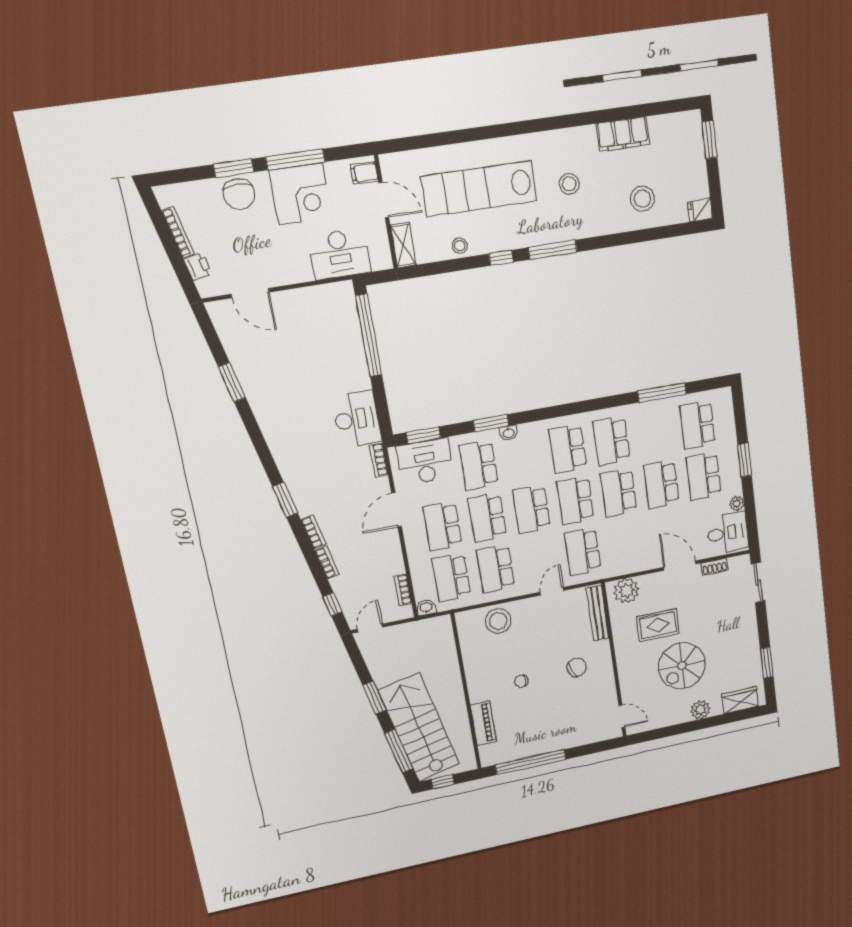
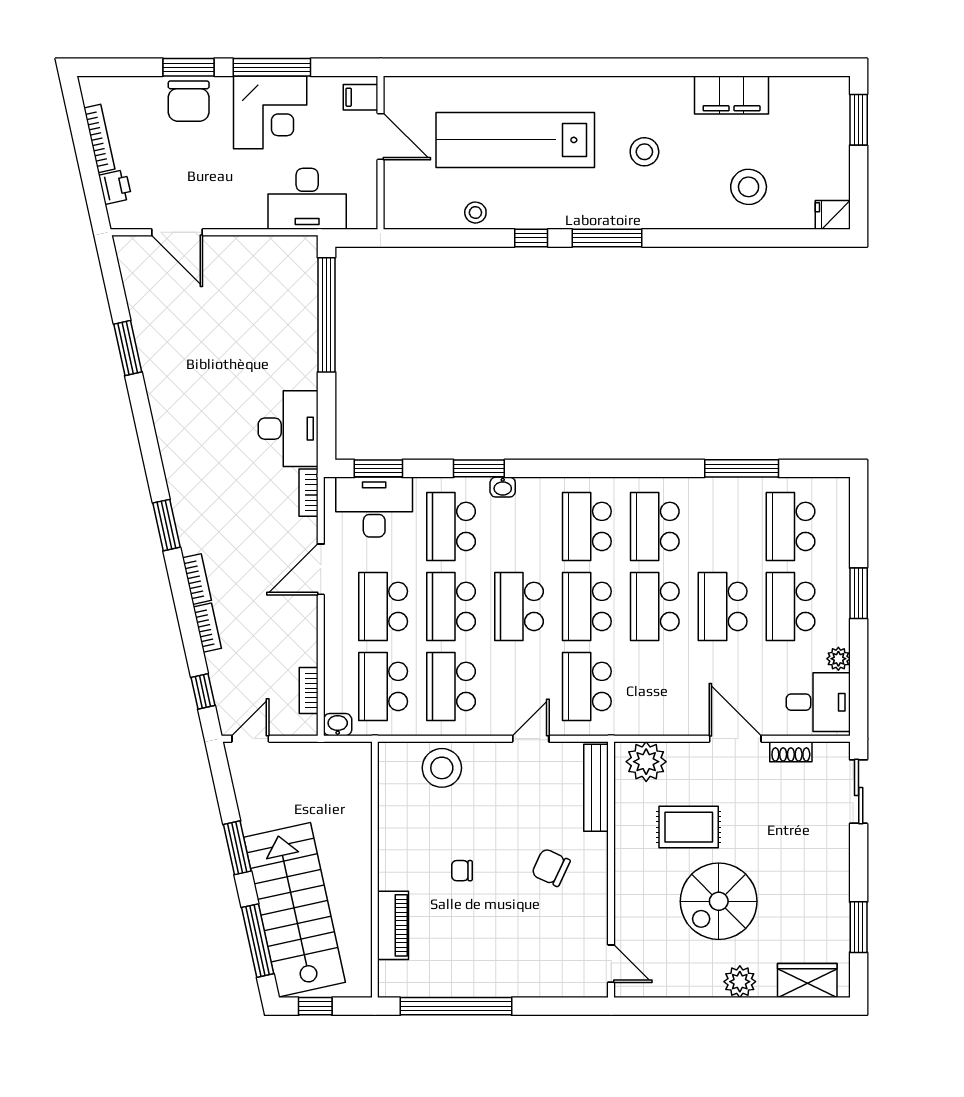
shelving: (403, 245) -> (397, 200), removed
chair: (577, 667) -> (551, 867), turned -133

